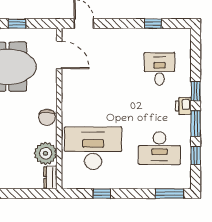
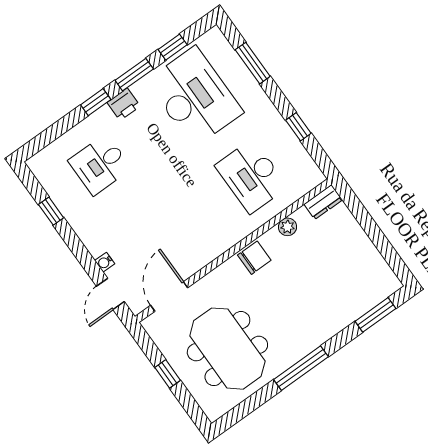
water cooler: (104, 33) -> (105, 262), added
desk: (93, 148) -> (252, 176), width x0.73, depth x0.77
desk: (159, 148) -> (195, 97), width x1.36, depth x1.30
plant: (46, 153) -> (288, 227), width x0.53, depth x0.53
window: (169, 194) -> (253, 63), moved

